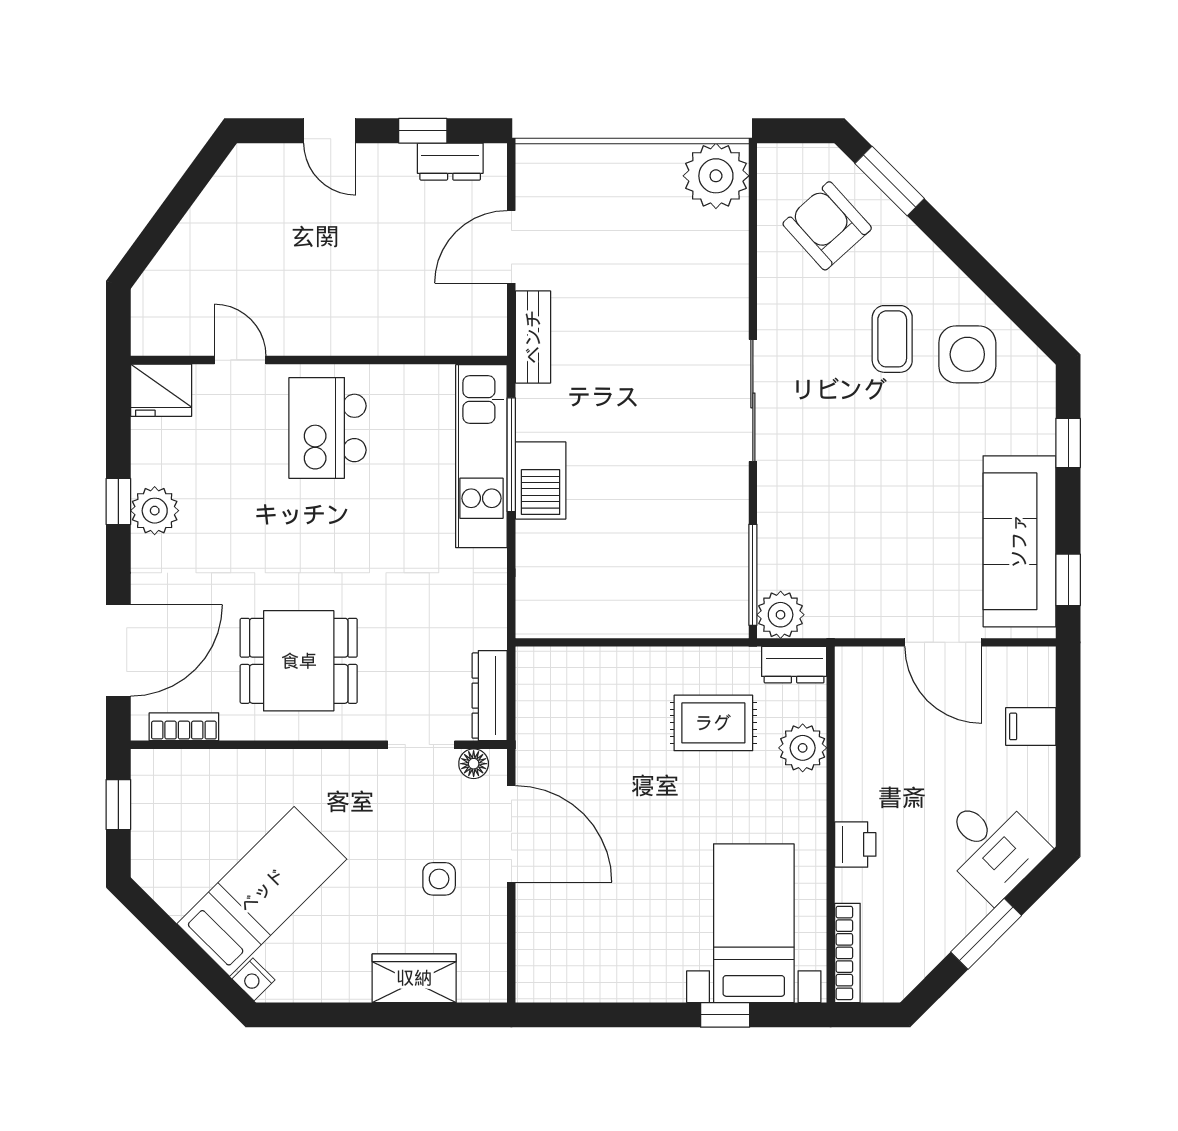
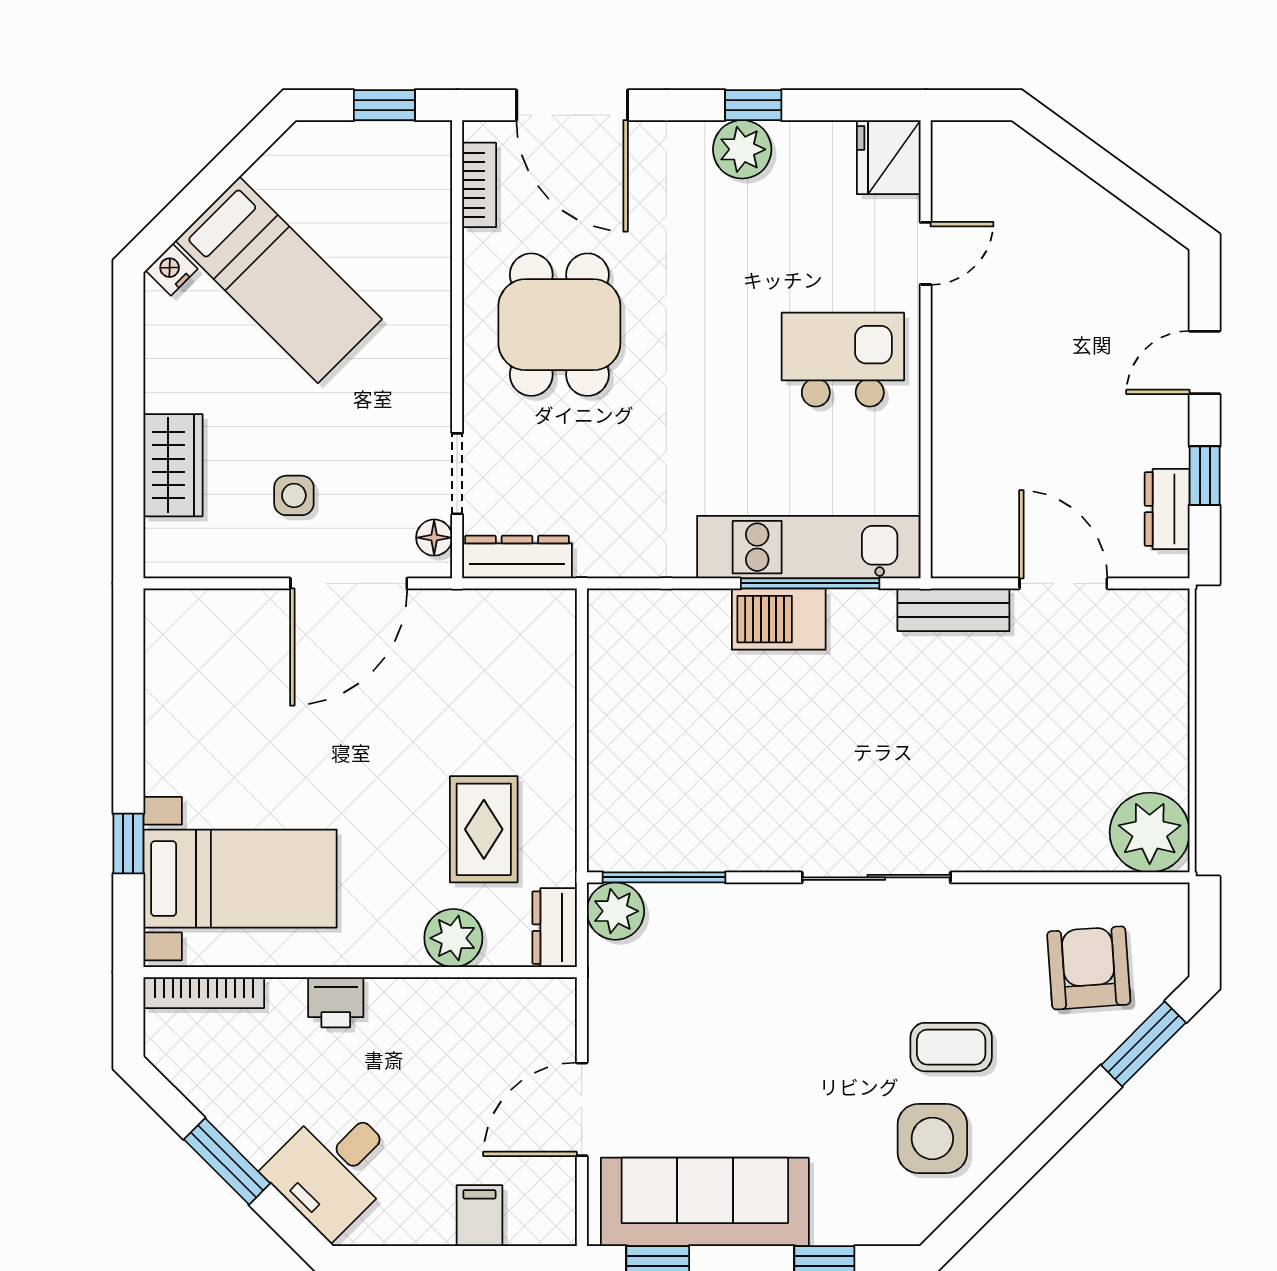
armchair: (827, 226) -> (1089, 968), turned -52

